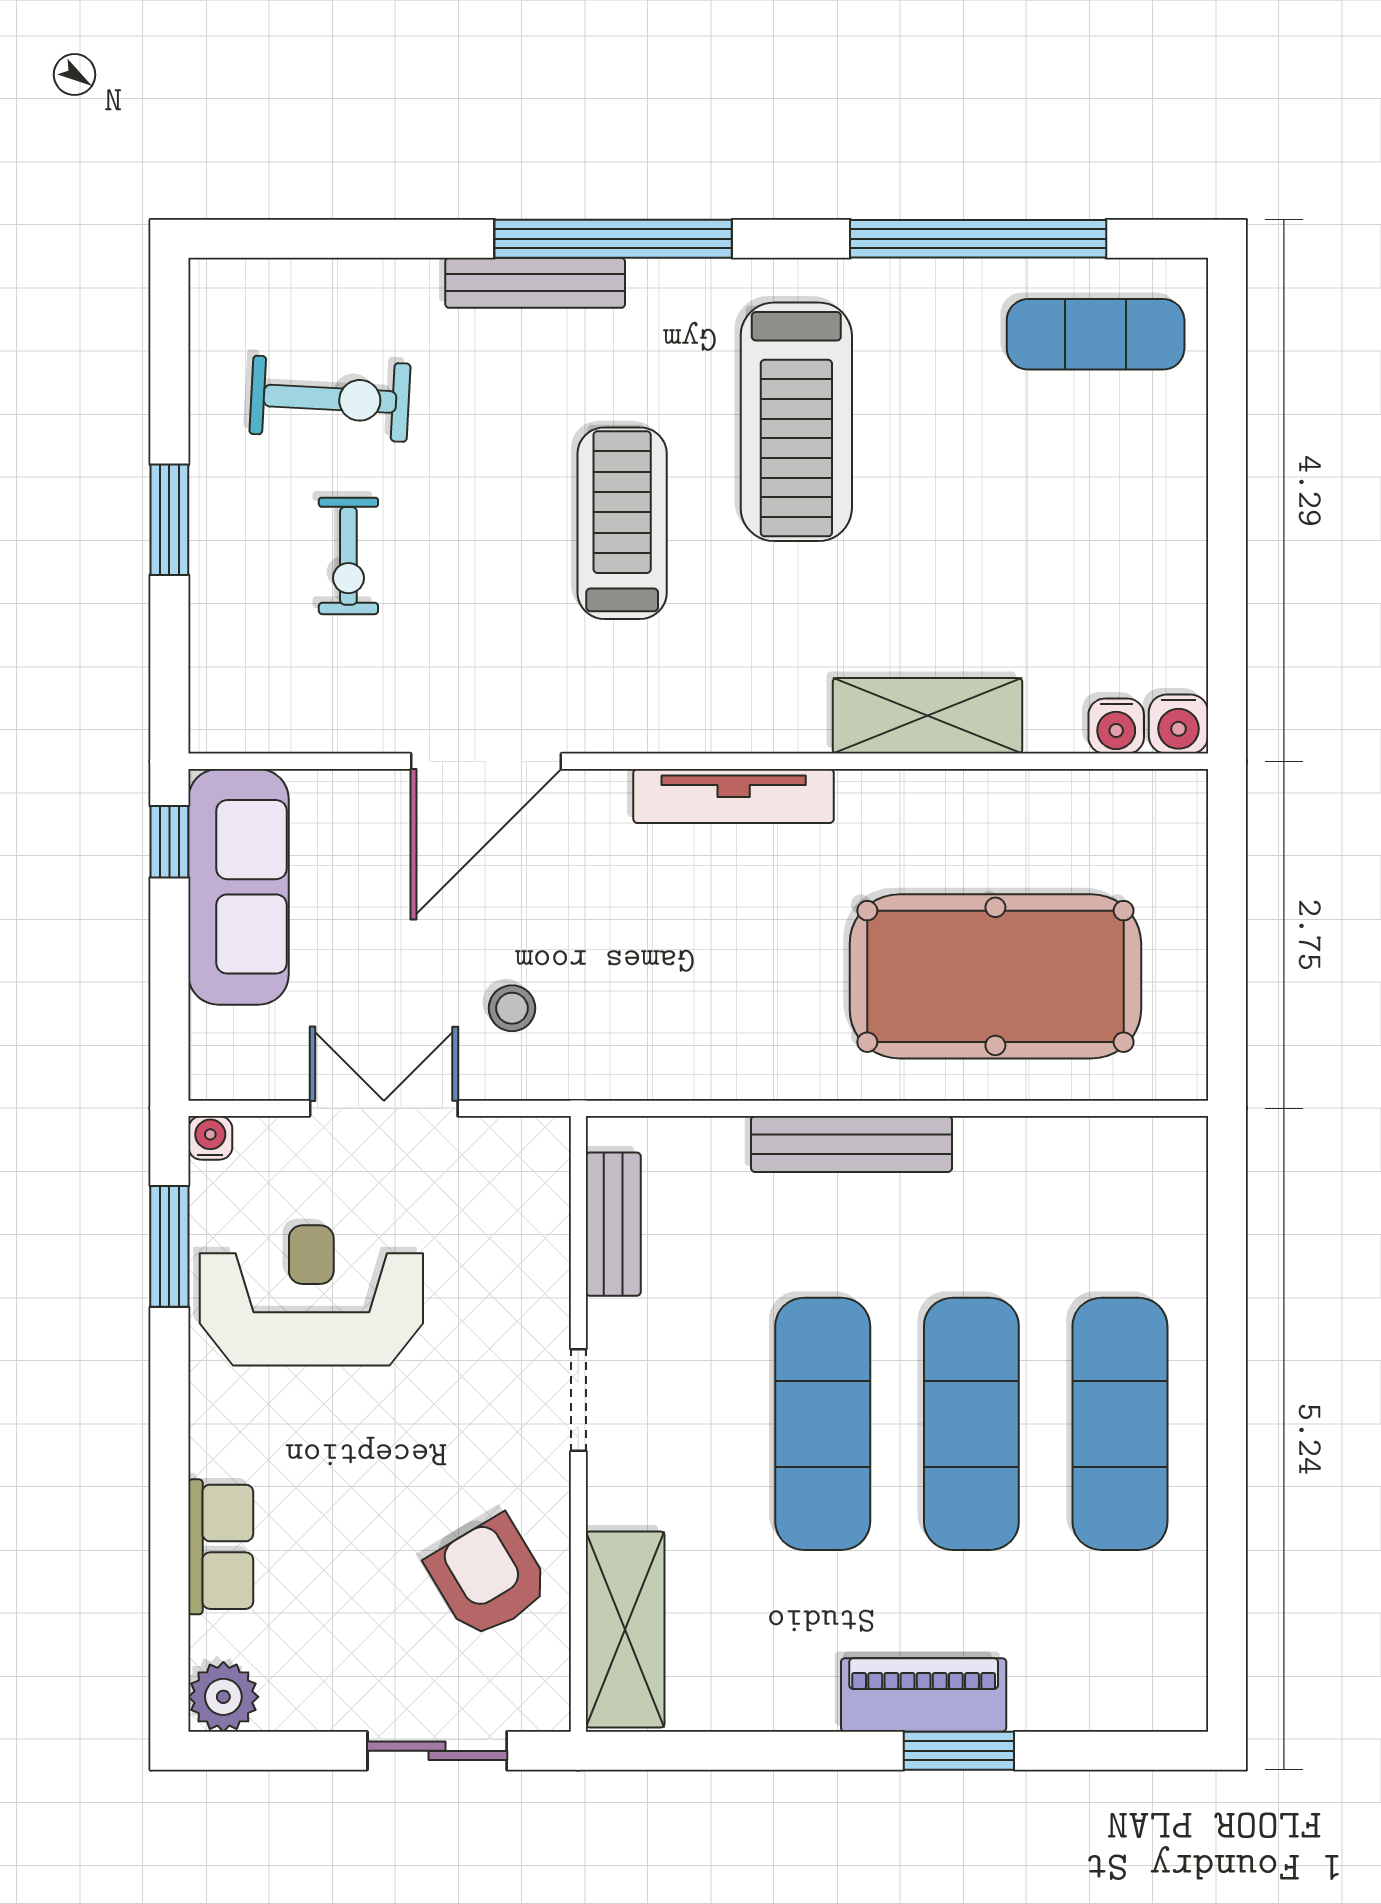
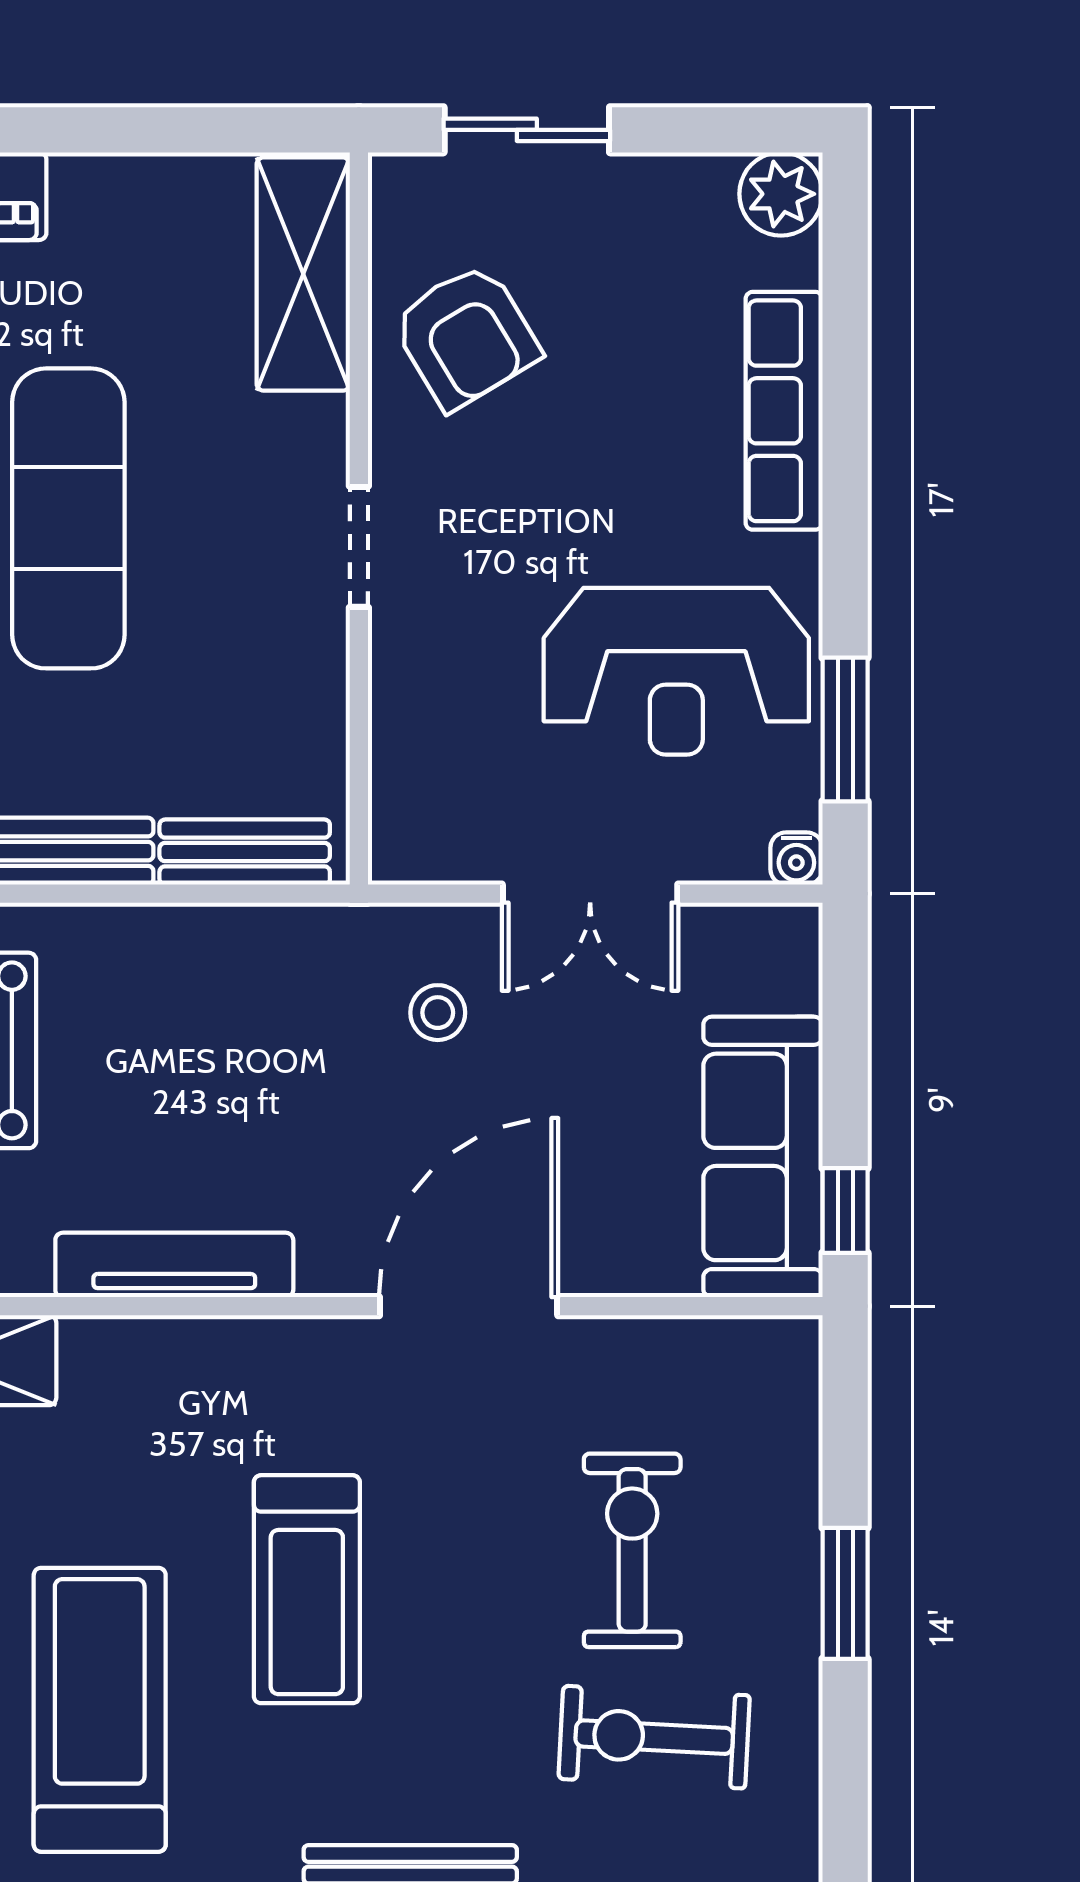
exercise bike: (348, 556) -> (632, 1550), width x1.38, depth x1.39
bench: (613, 1224) -> (245, 852), moved, turned 90
row of seats: (221, 1547) -> (784, 411), width x1.48

